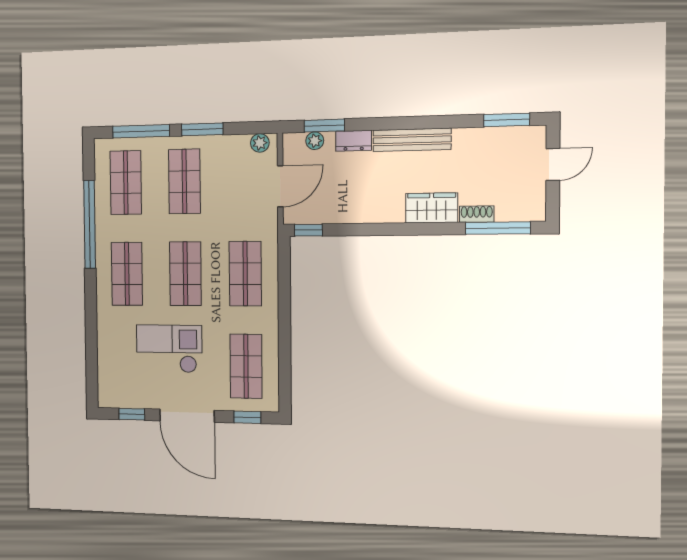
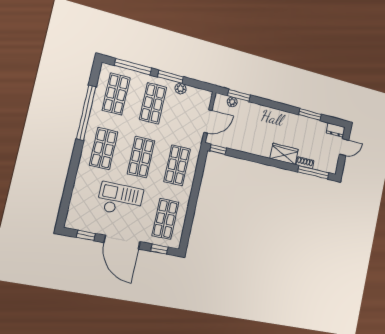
window: (507, 120) -> (310, 115), moved
bench: (412, 140) -> (282, 116), removed
dresser: (354, 141) -> (336, 130), moved
plant: (260, 143) -> (181, 89), moved

